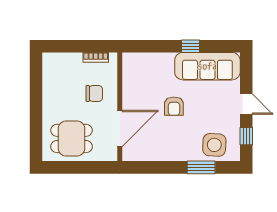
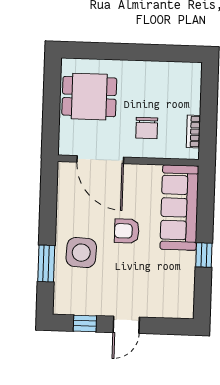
sofa: (207, 66) -> (179, 208), moved
dining table: (71, 138) -> (89, 97), turned 90
side table: (214, 145) -> (81, 253), moved

